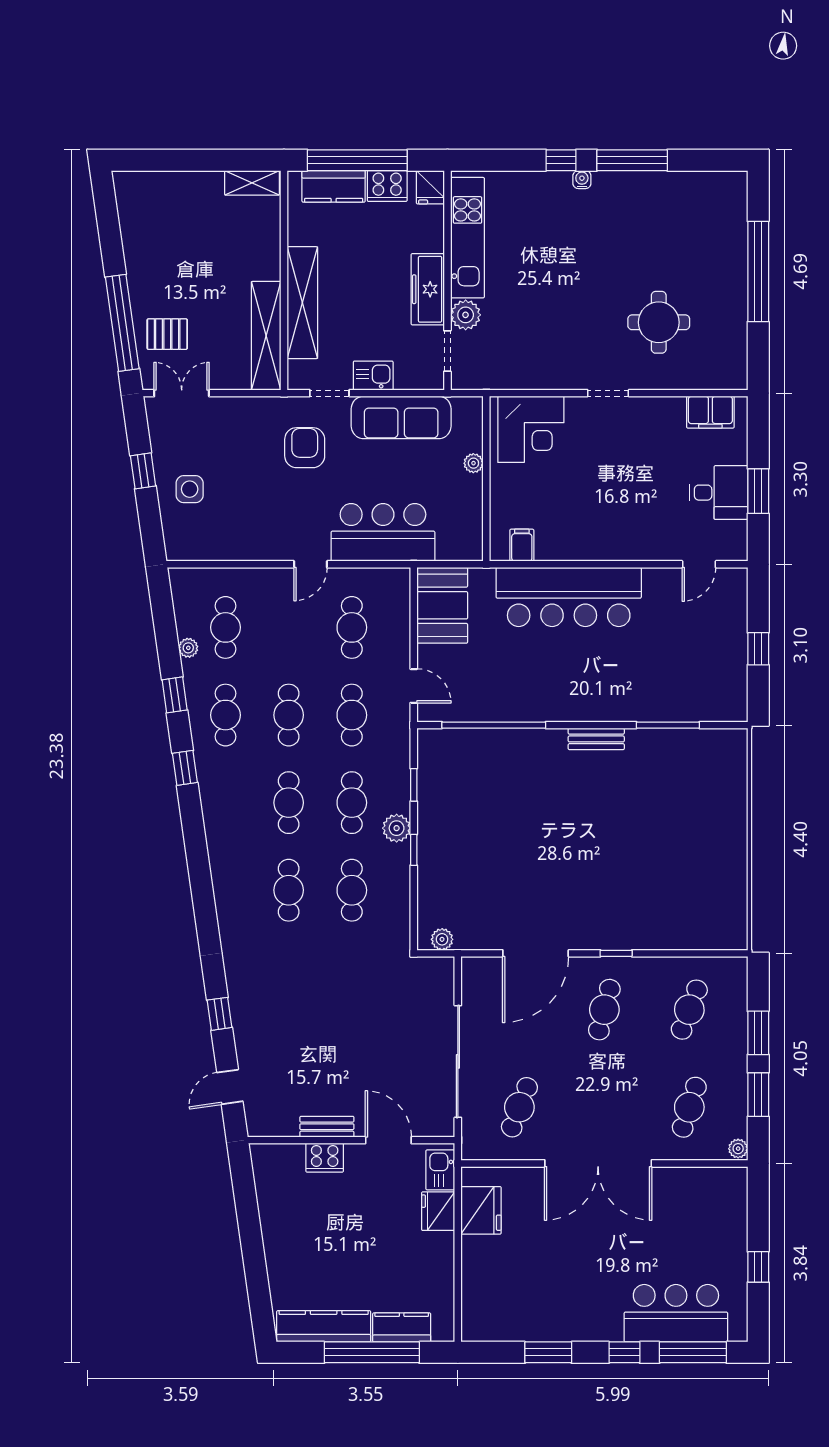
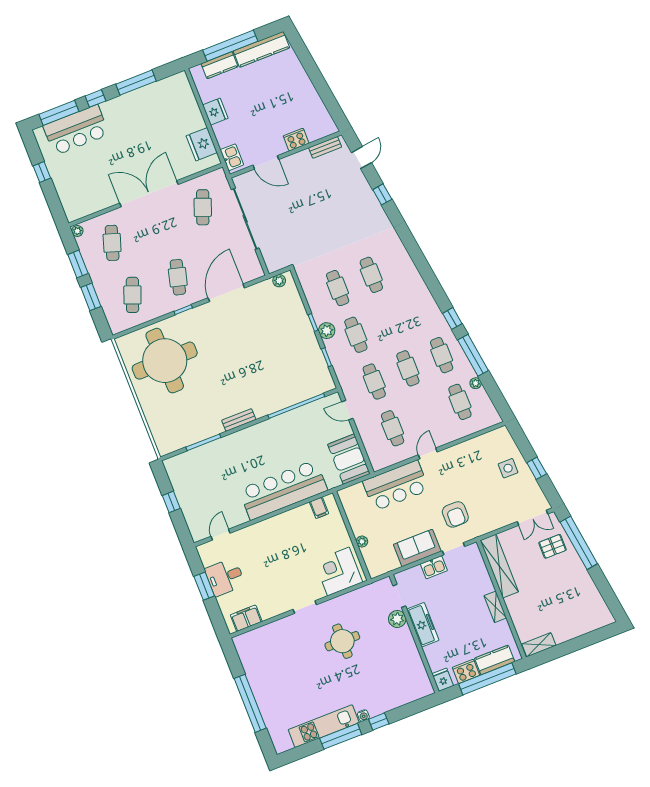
kitchen unit: (468, 238) -> (324, 726), moved, turned 90
shelving: (302, 303) -> (495, 607), width x0.45, depth x0.75
round table: (659, 322) -> (342, 641), moved
sofa: (401, 417) -> (417, 548), width x0.73
window: (175, 695) -> (473, 355), width x2.17
cafe table: (289, 803) -> (390, 322), removed
round table: (679, 882) -> (165, 361), added
bench: (327, 1127) -> (325, 147), moved
fridge: (438, 1211) -> (215, 112), moved
window: (548, 1352) -> (136, 83), width x1.44

